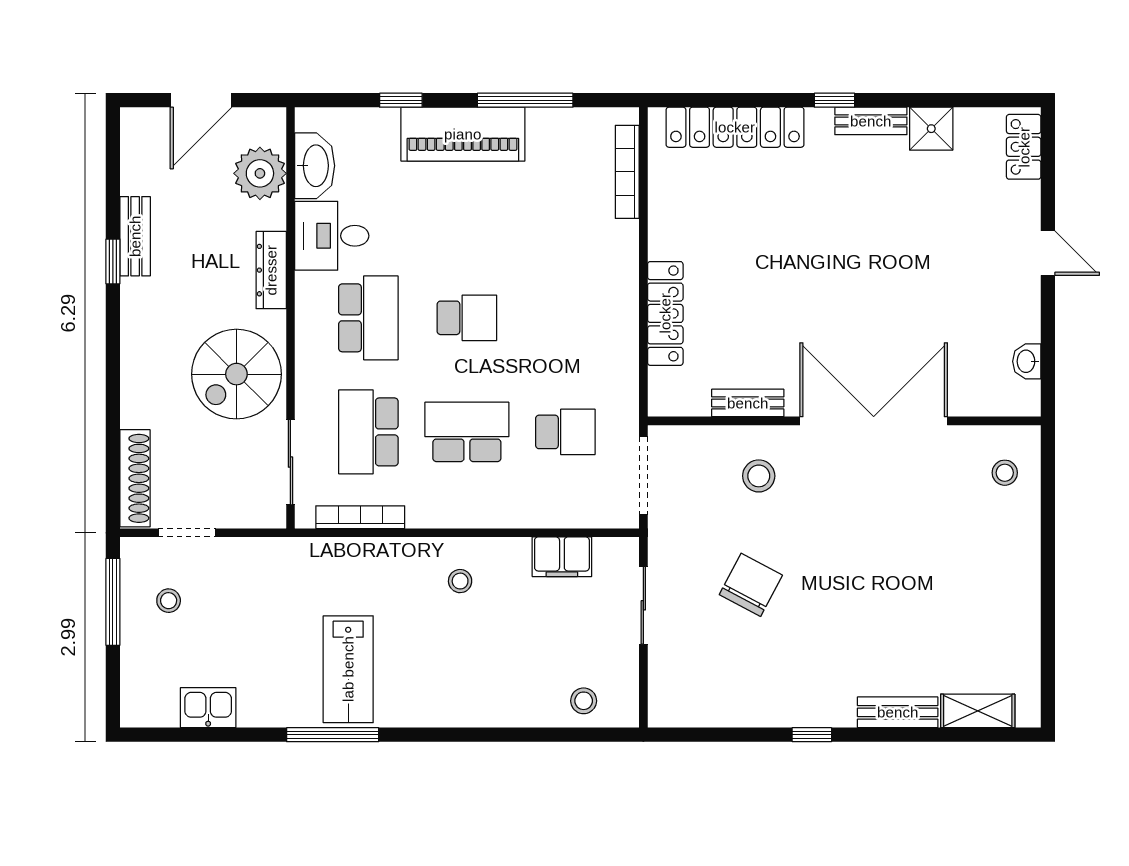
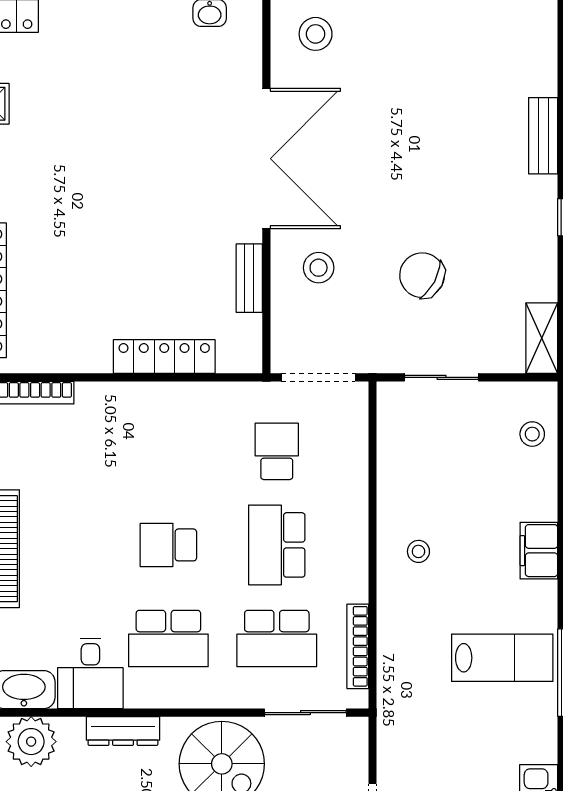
school desk: (368, 318) -> (168, 639), turned 180
school desk: (467, 318) -> (168, 545), turned -90
double door: (874, 421) -> (266, 159), swing flipped
stool: (1005, 473) -> (316, 34), width x1.37, depth x1.37
filing cabinet: (562, 557) -> (539, 551), moved, turned 180
shelving: (978, 711) -> (542, 338), moved

